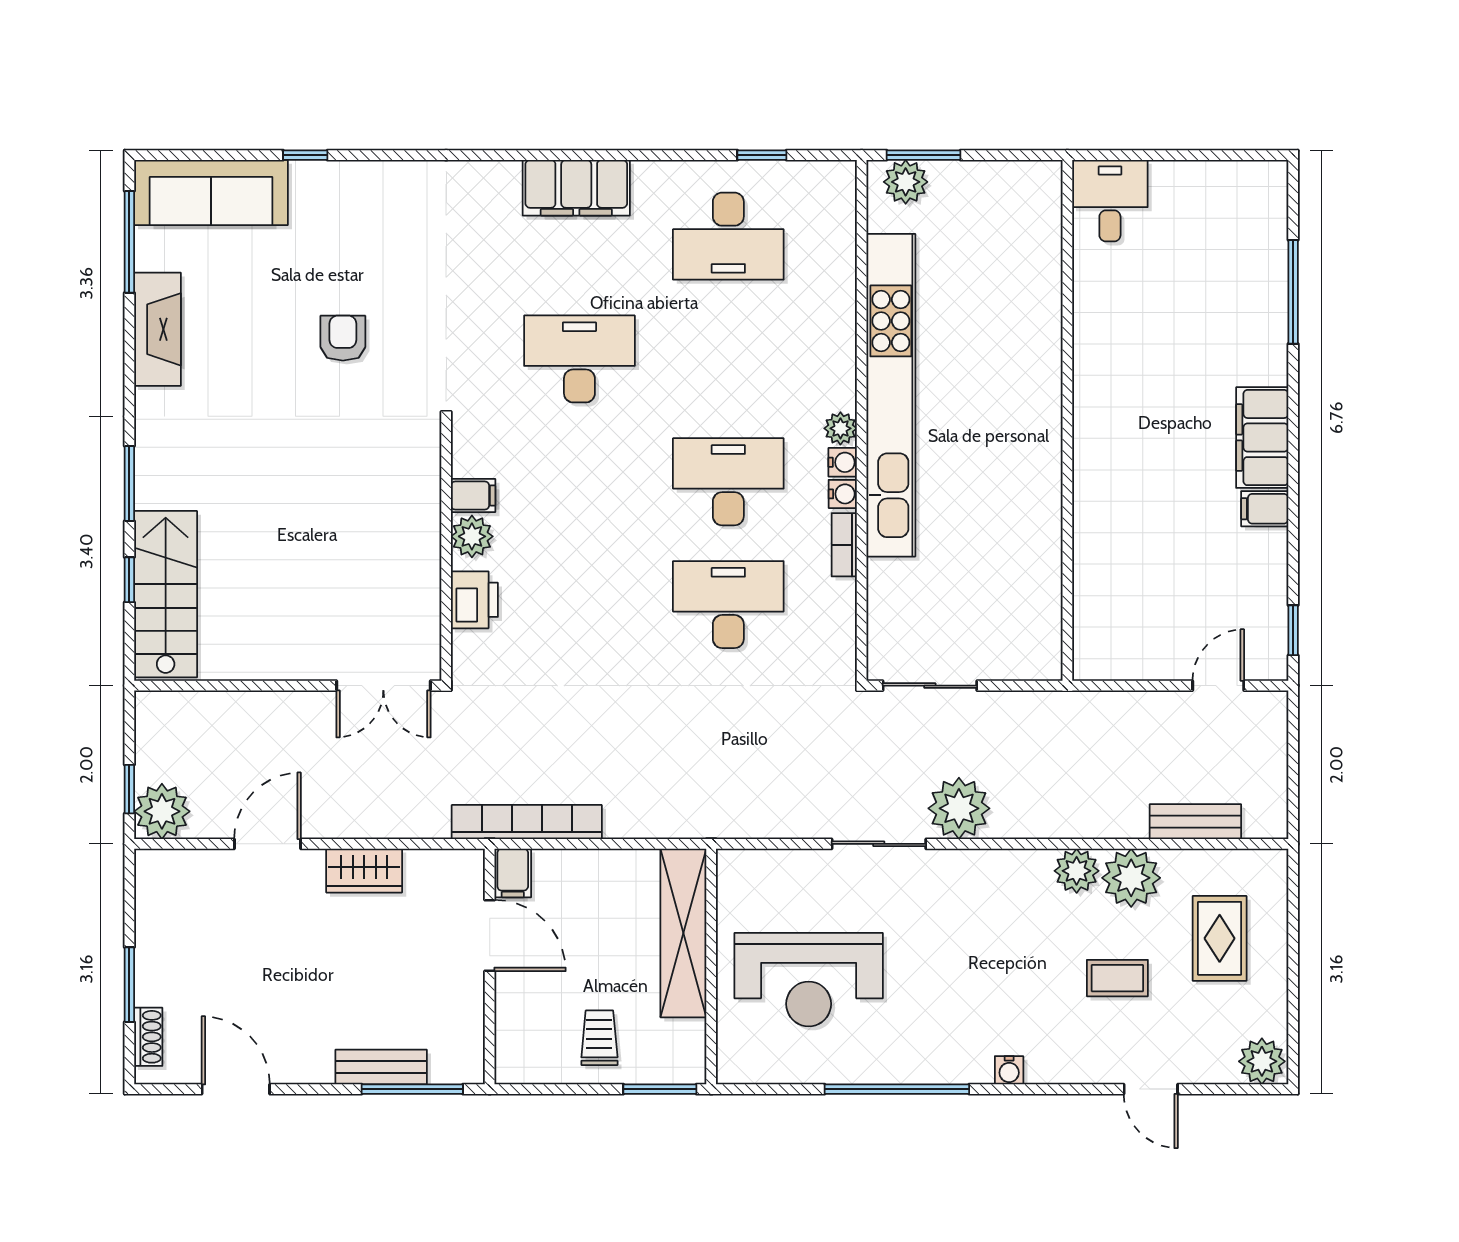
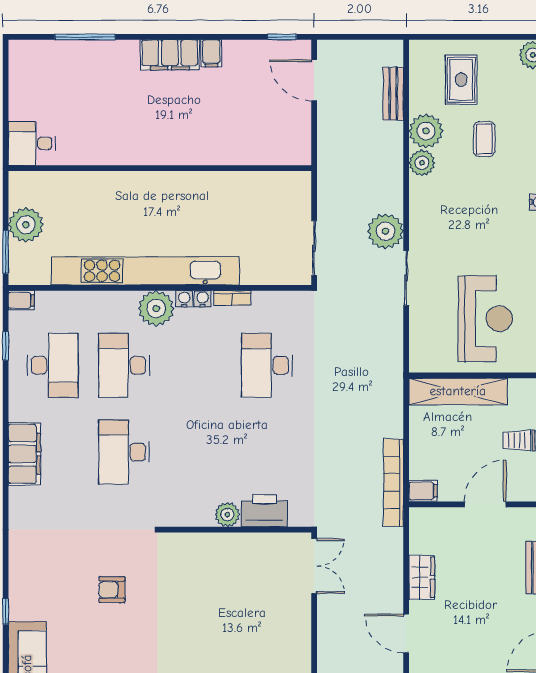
plant: (906, 182) -> (26, 225), moved, width x1.36, depth x1.36
plant: (840, 428) -> (156, 308), width x1.87, depth x1.87
desk: (728, 482) -> (124, 365), moved
filing cabinet: (473, 495) -> (21, 300), moved, turned 90
printer: (474, 600) -> (264, 510), width x1.37, depth x1.19
door: (1218, 686) -> (314, 80), width x1.38
door: (490, 936) -> (485, 504), moved
rug: (1220, 938) -> (461, 80), turned 90

